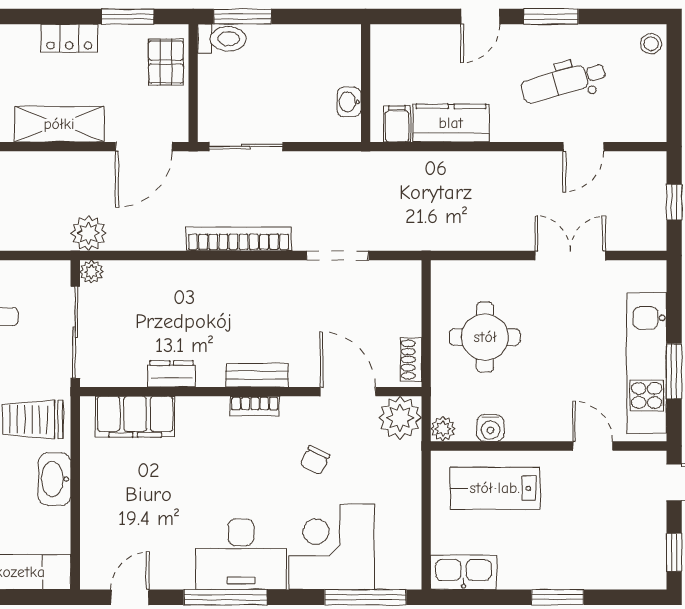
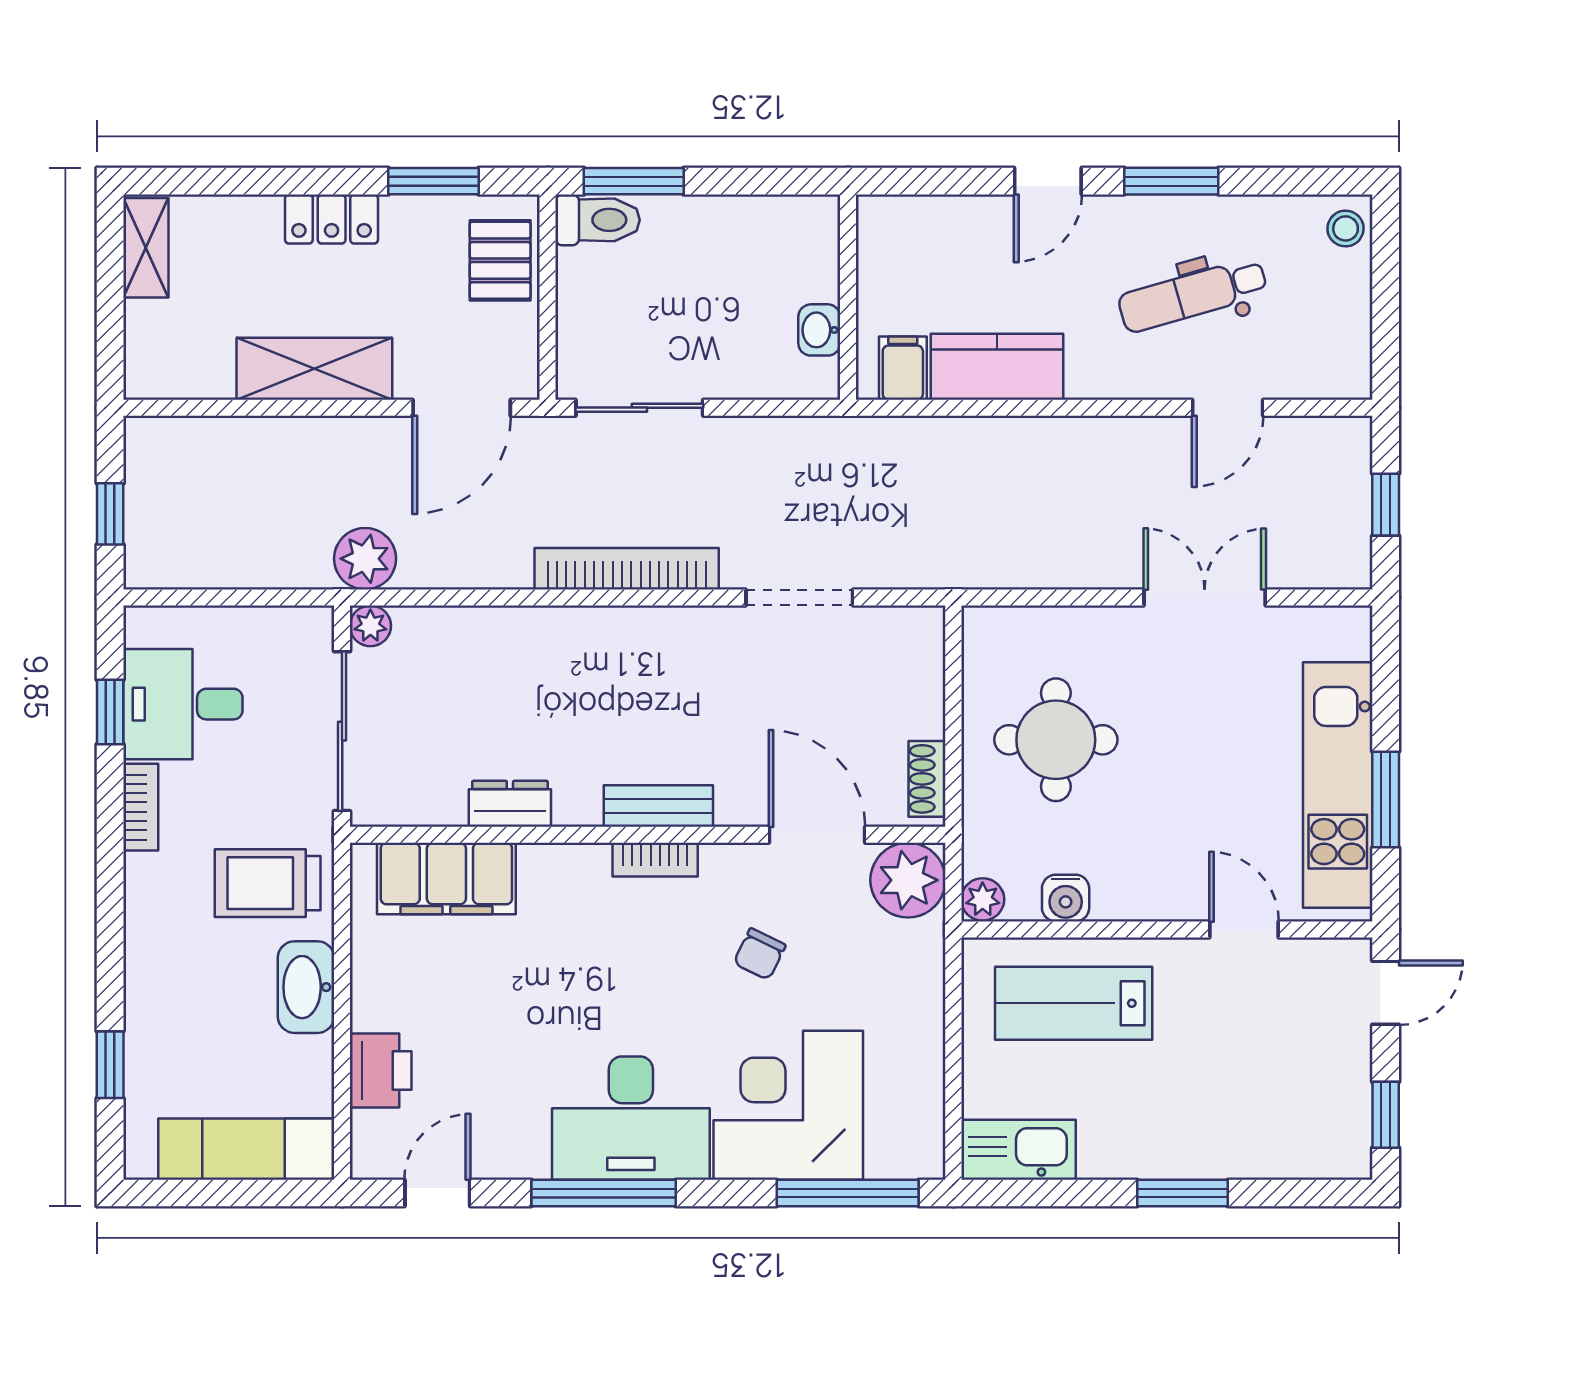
printer: (97, 527) -> (381, 1070), added

